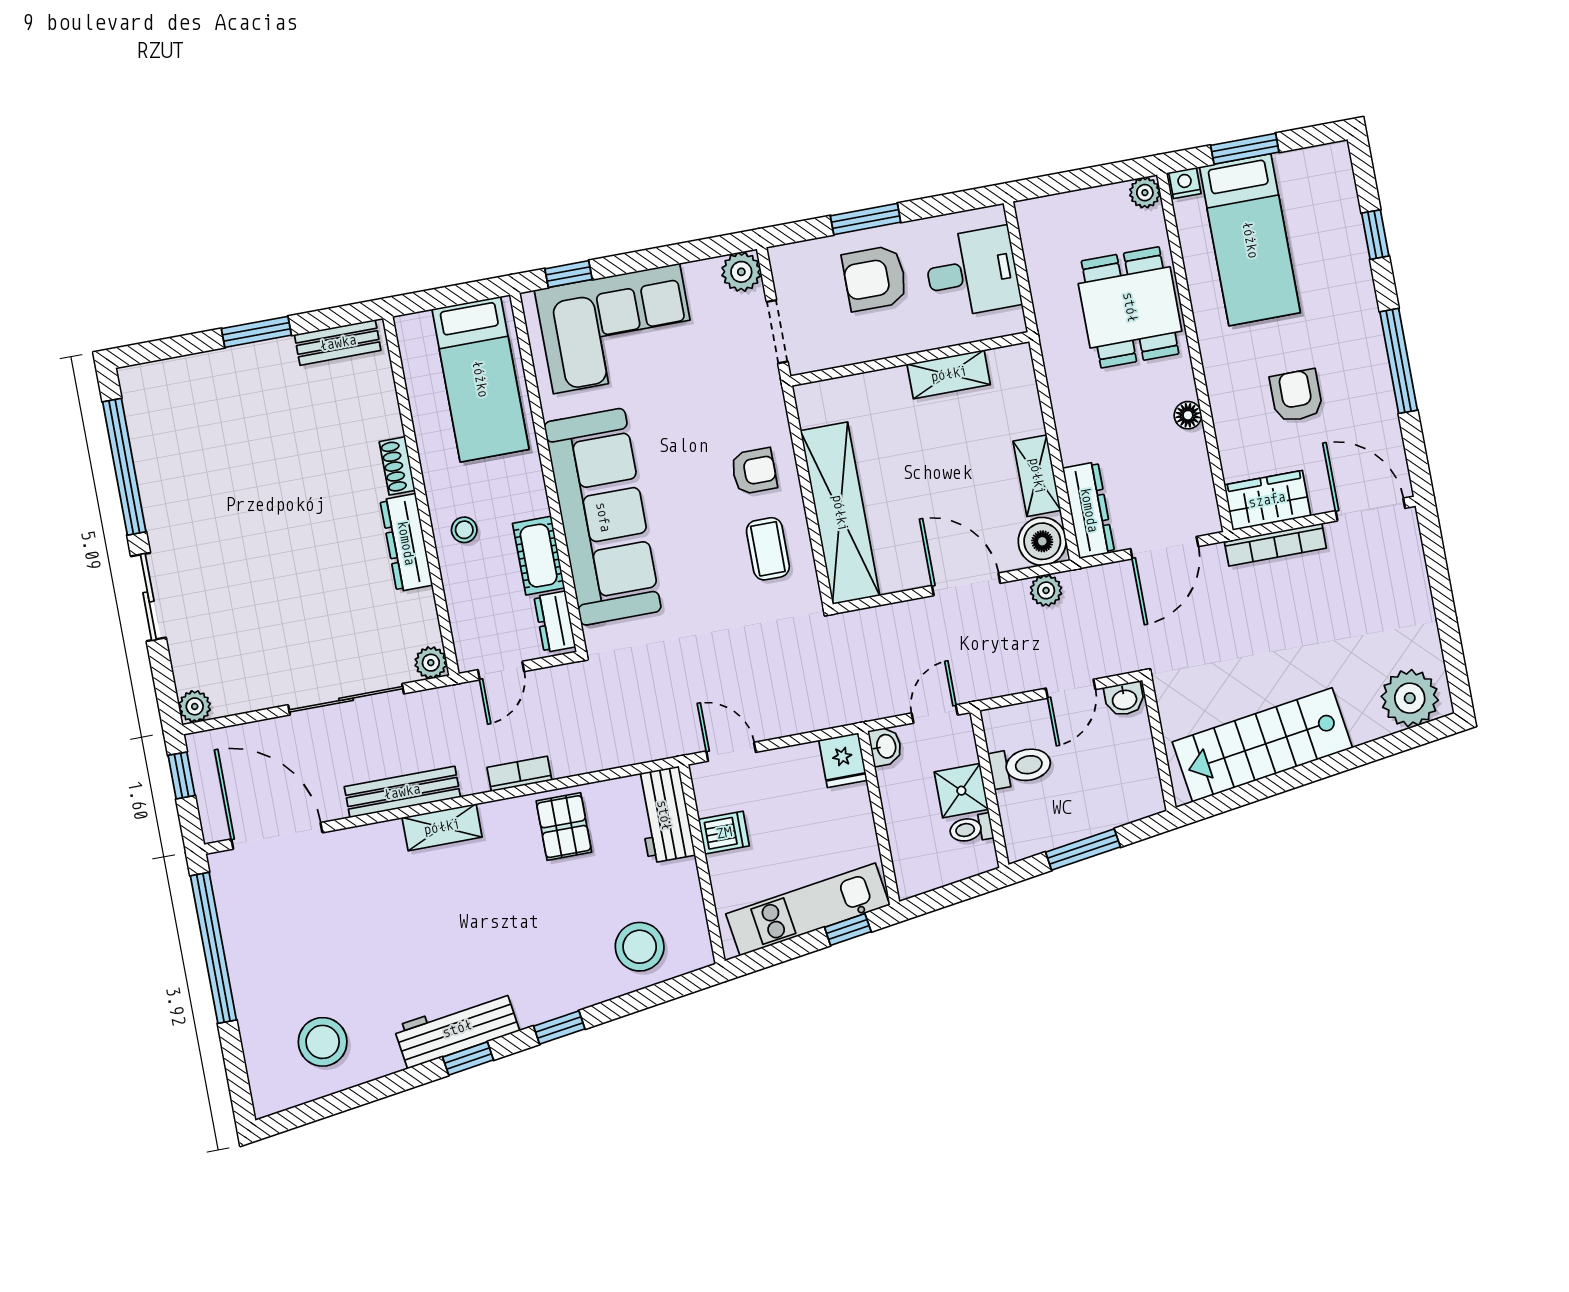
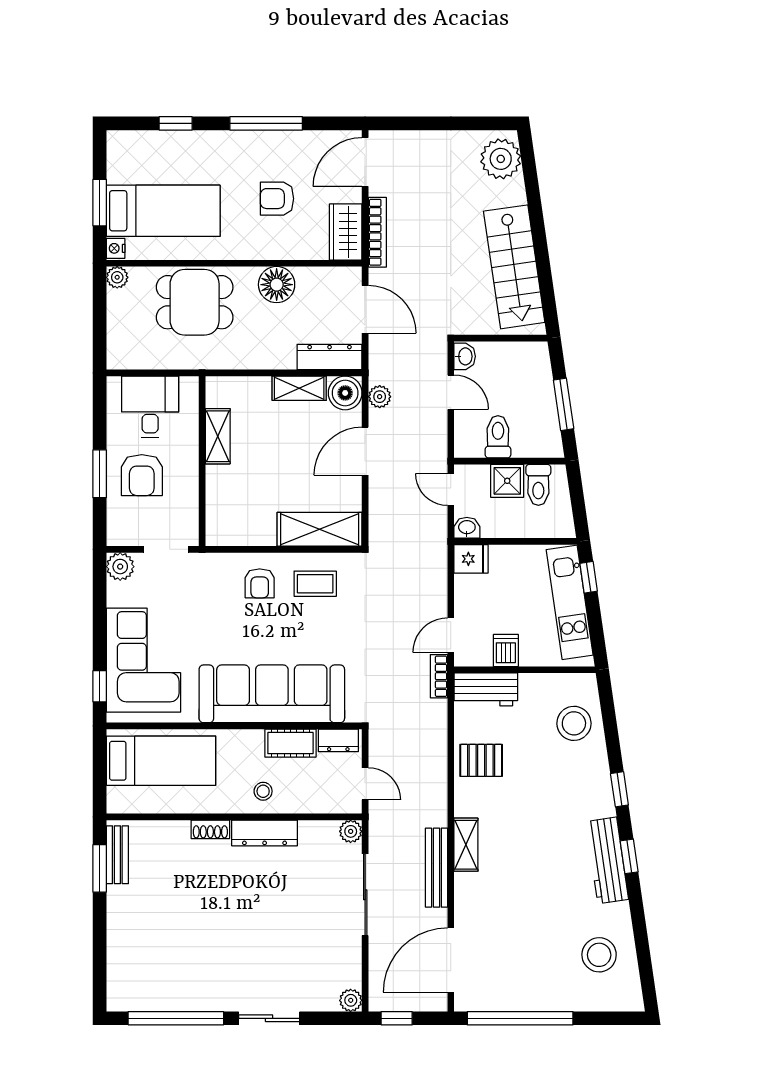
window: (256, 332) -> (100, 868), moved
floor lamp: (1188, 415) -> (277, 285), width x1.89, depth x1.89
armchair: (754, 471) -> (260, 583), turned 180
shelving: (840, 513) -> (320, 529), width x0.68
bookcase: (519, 774) -> (439, 676), moved
toilet: (971, 829) -> (538, 485), width x1.37, depth x1.39

